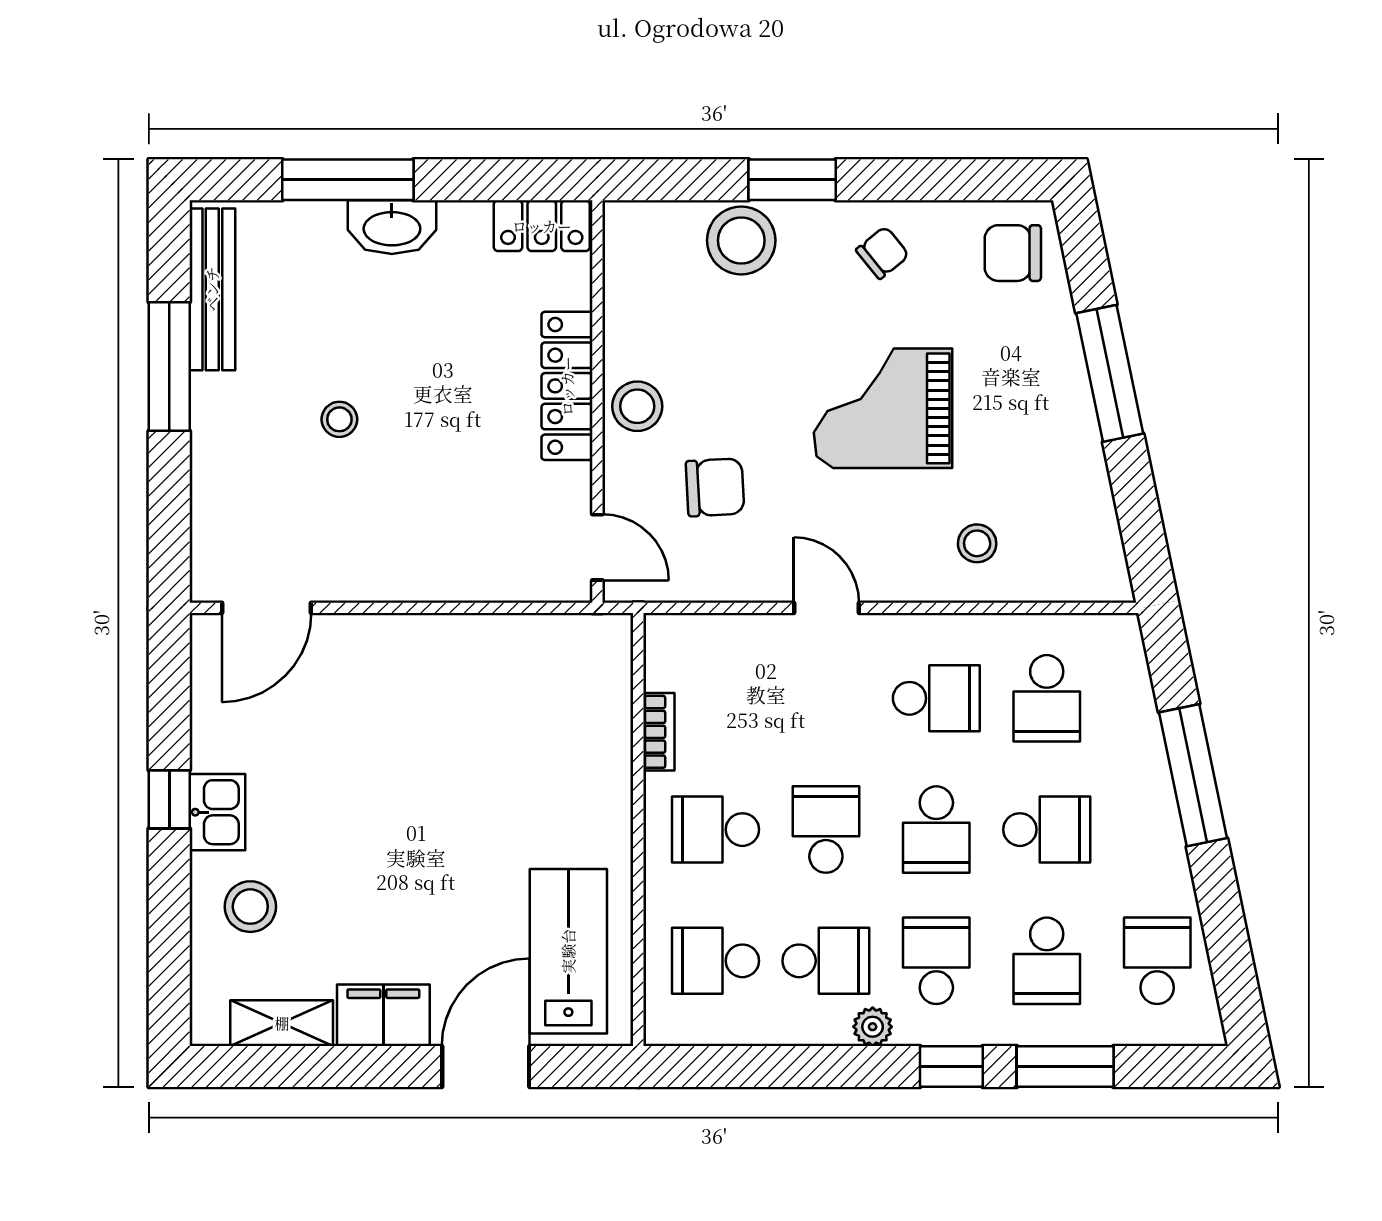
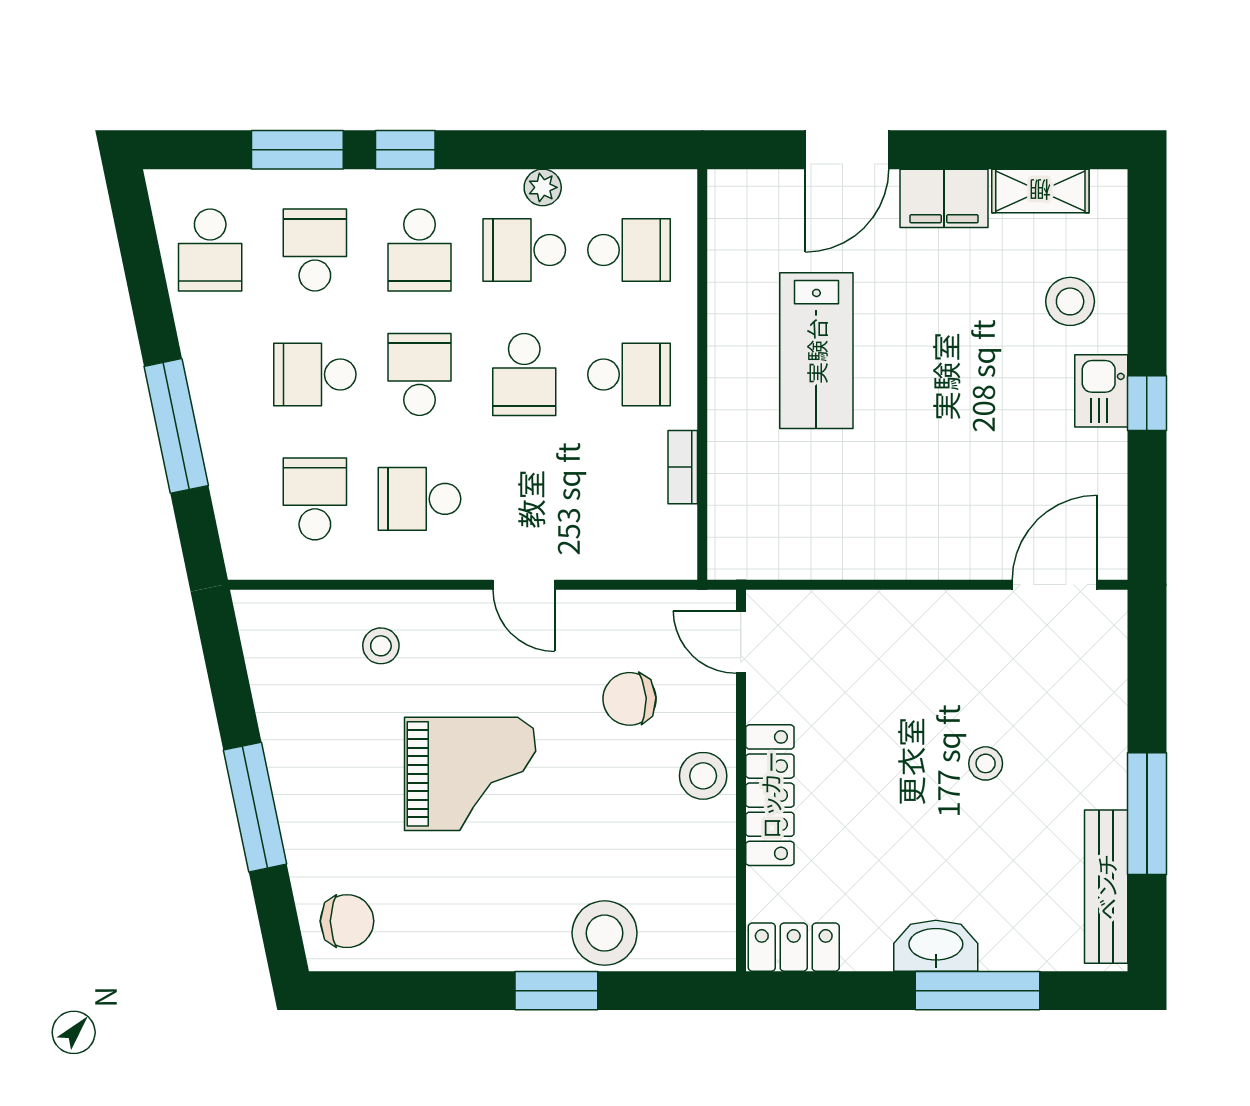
chair: (883, 253) -> (471, 922), removed
lab bench: (568, 951) -> (816, 351), moved
plant: (873, 1027) -> (543, 187), moved

